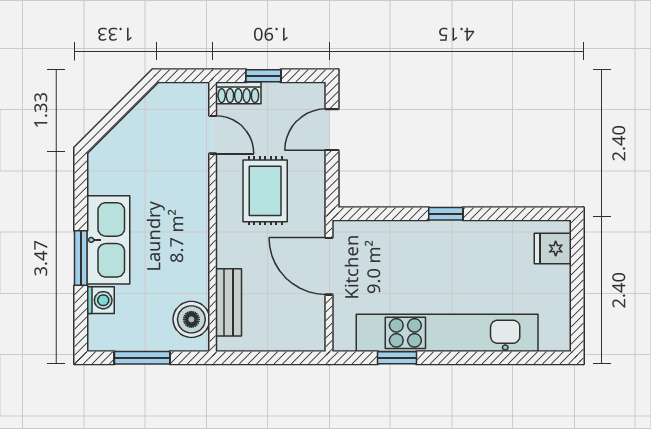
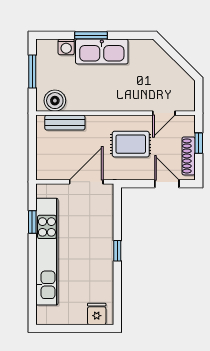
shoe rack: (238, 93) -> (189, 156), moved, width x1.43

